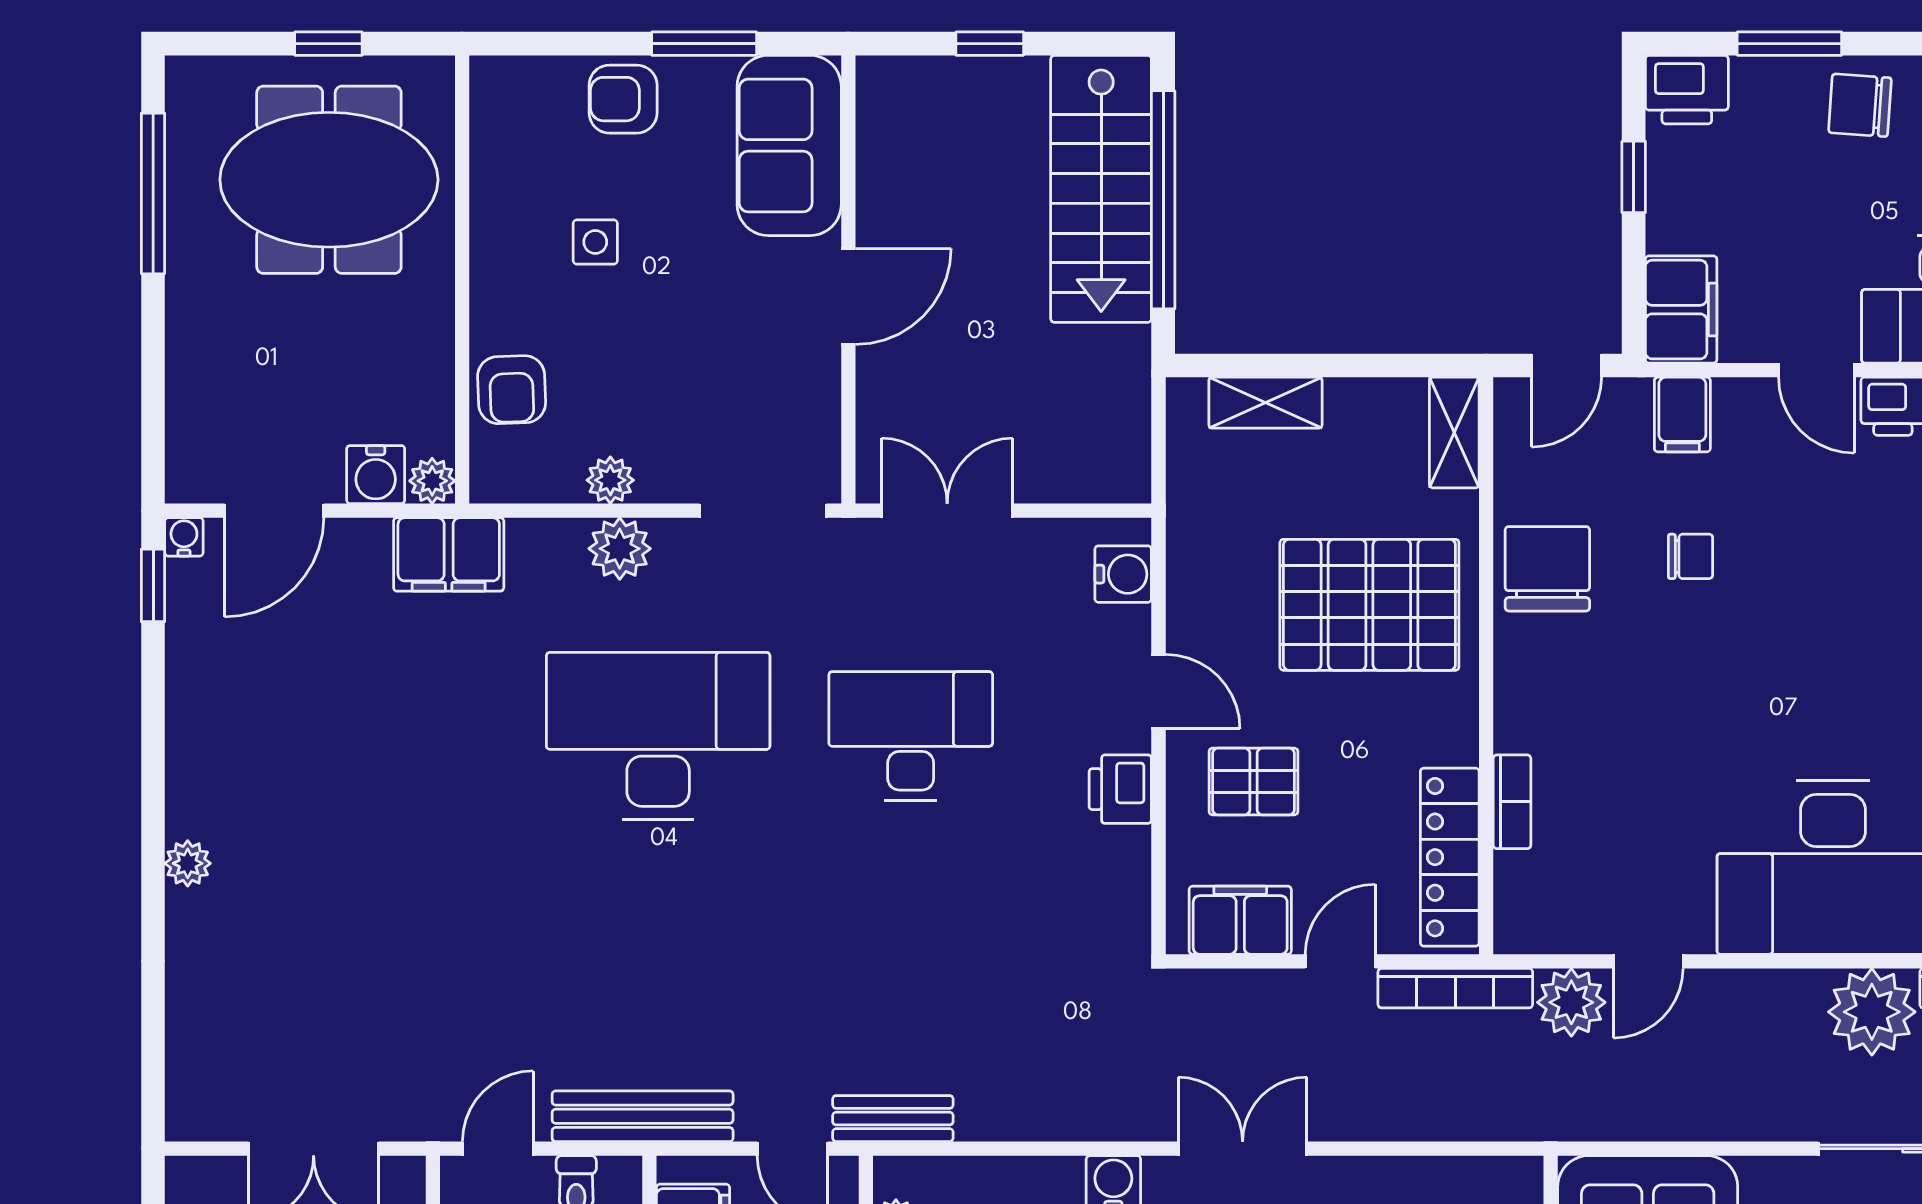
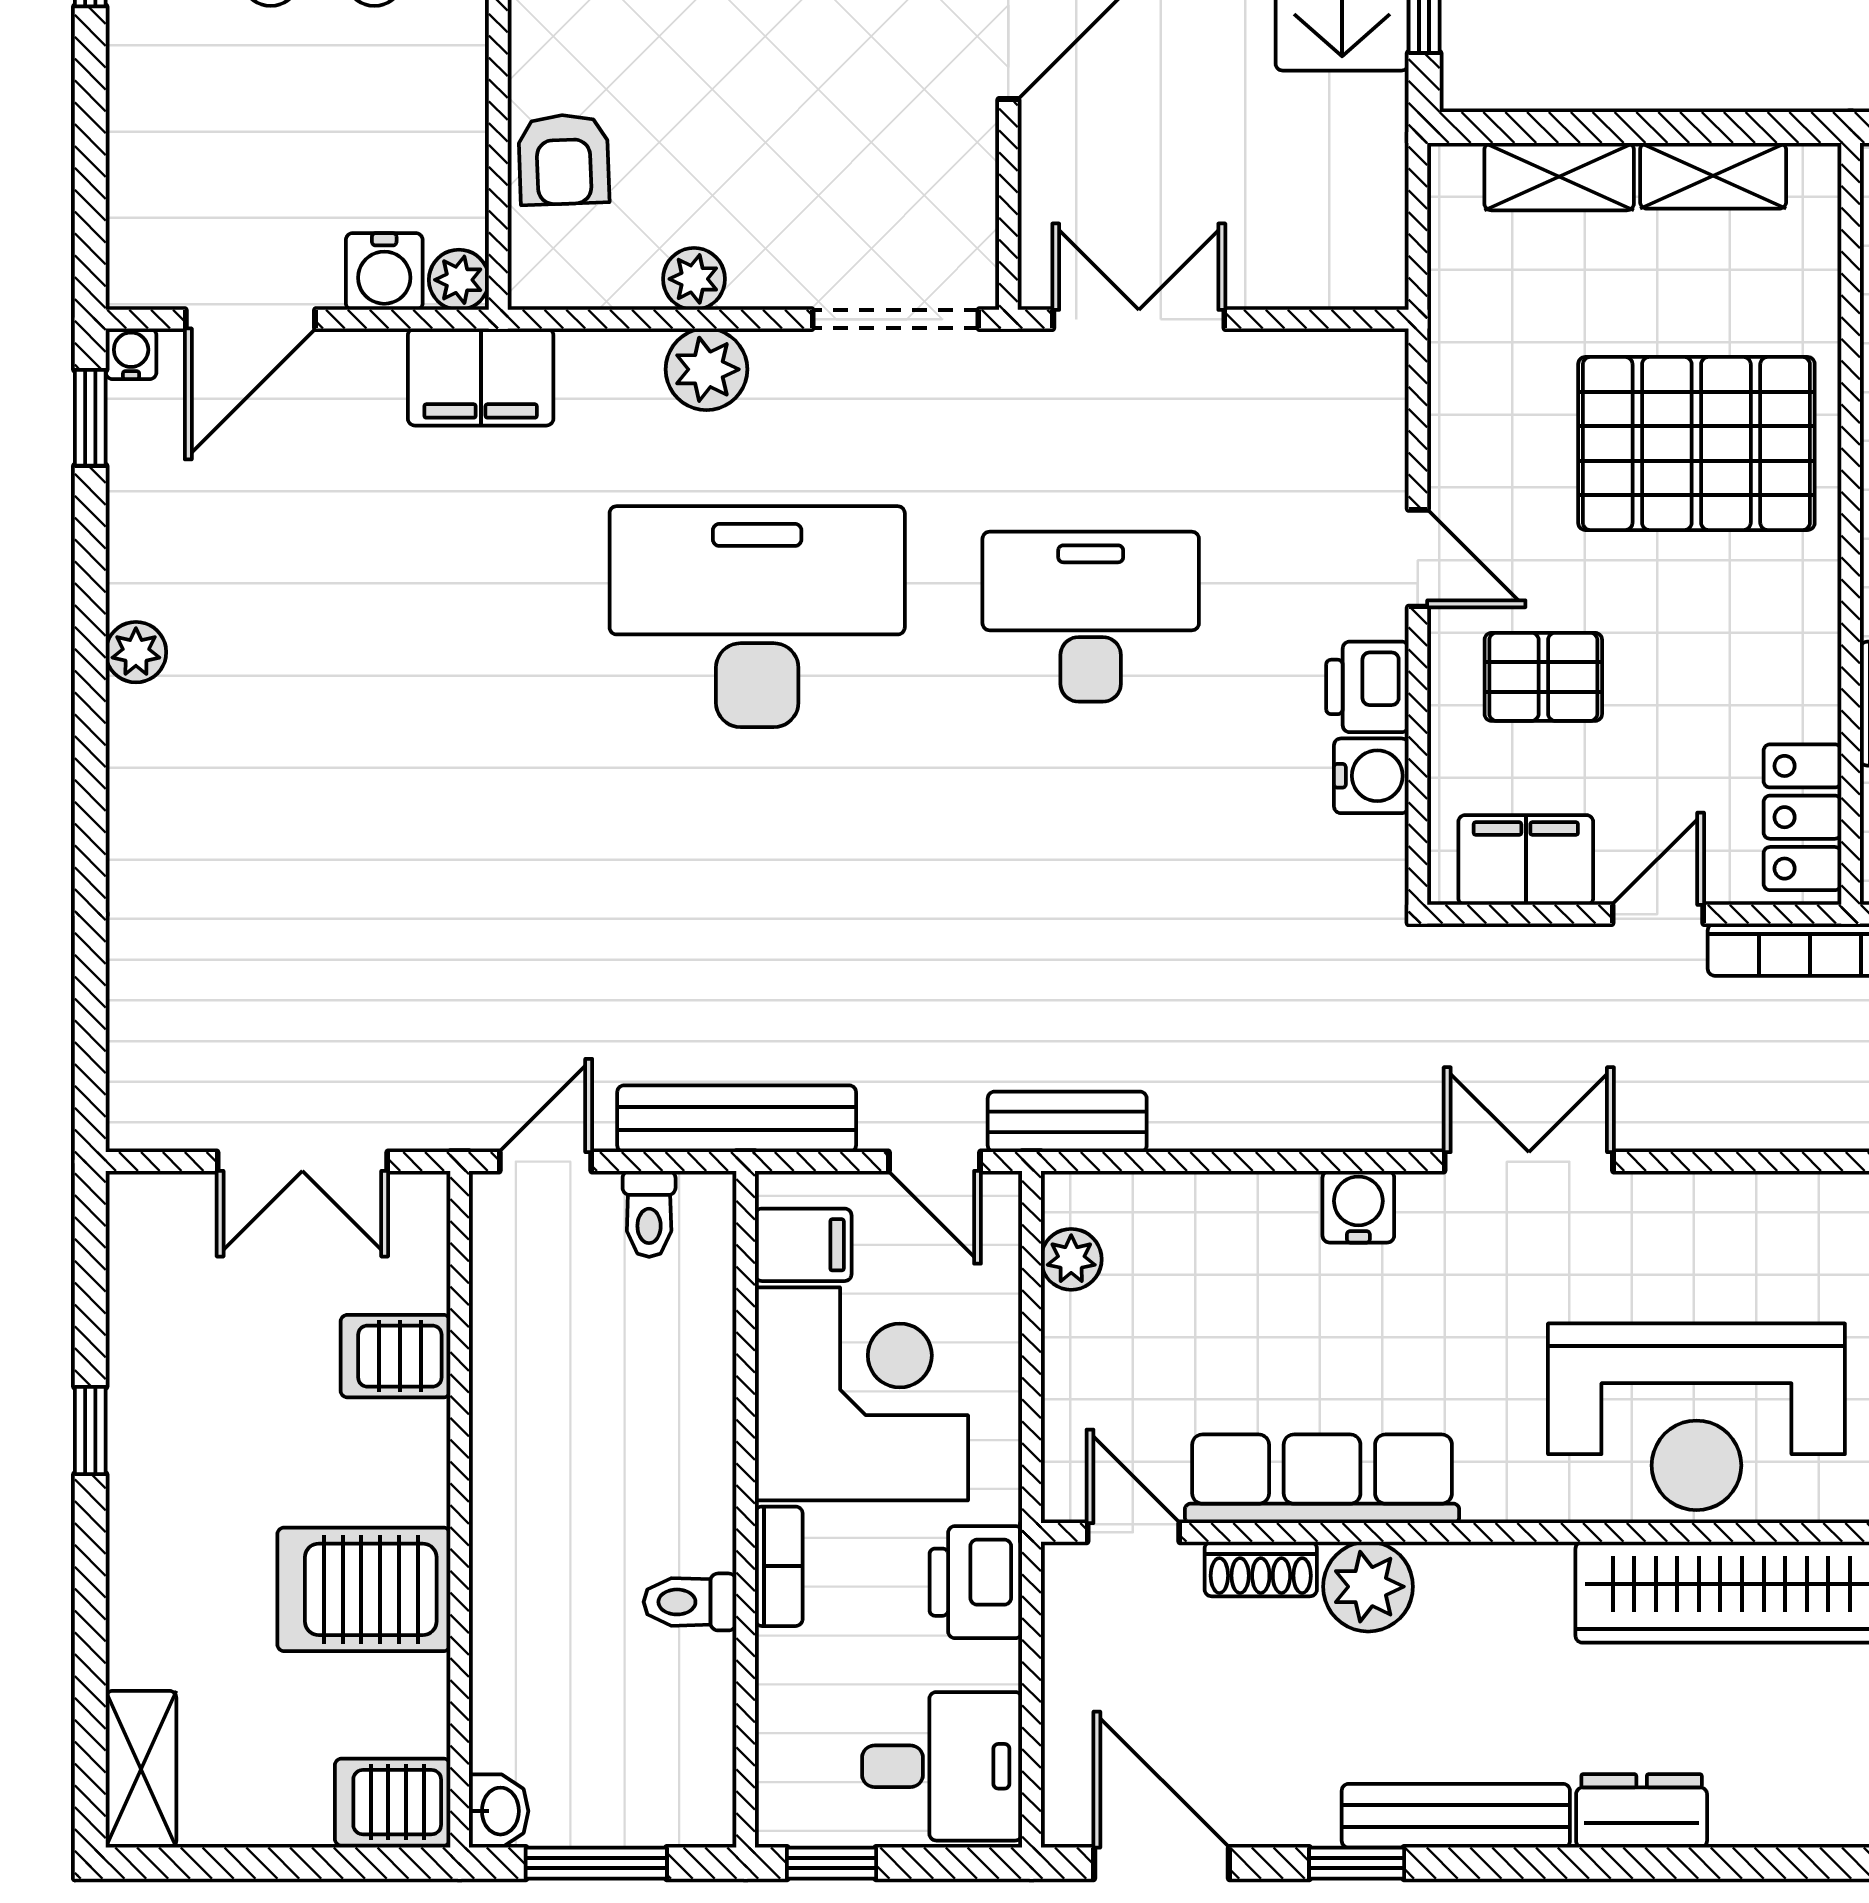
shelving: (1454, 433) -> (1713, 176), moved, turned 90
water cooler: (1123, 574) -> (1371, 776), moved
locker: (1450, 857) -> (1802, 817), width x0.66
plant: (188, 863) -> (136, 652), moved

